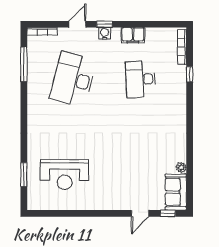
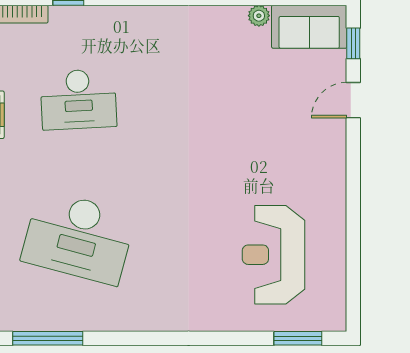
reception desk: (65, 174) -> (273, 255), turned 180
window: (24, 175) -> (298, 338), moved
door: (140, 213) -> (353, 100), swing flipped

